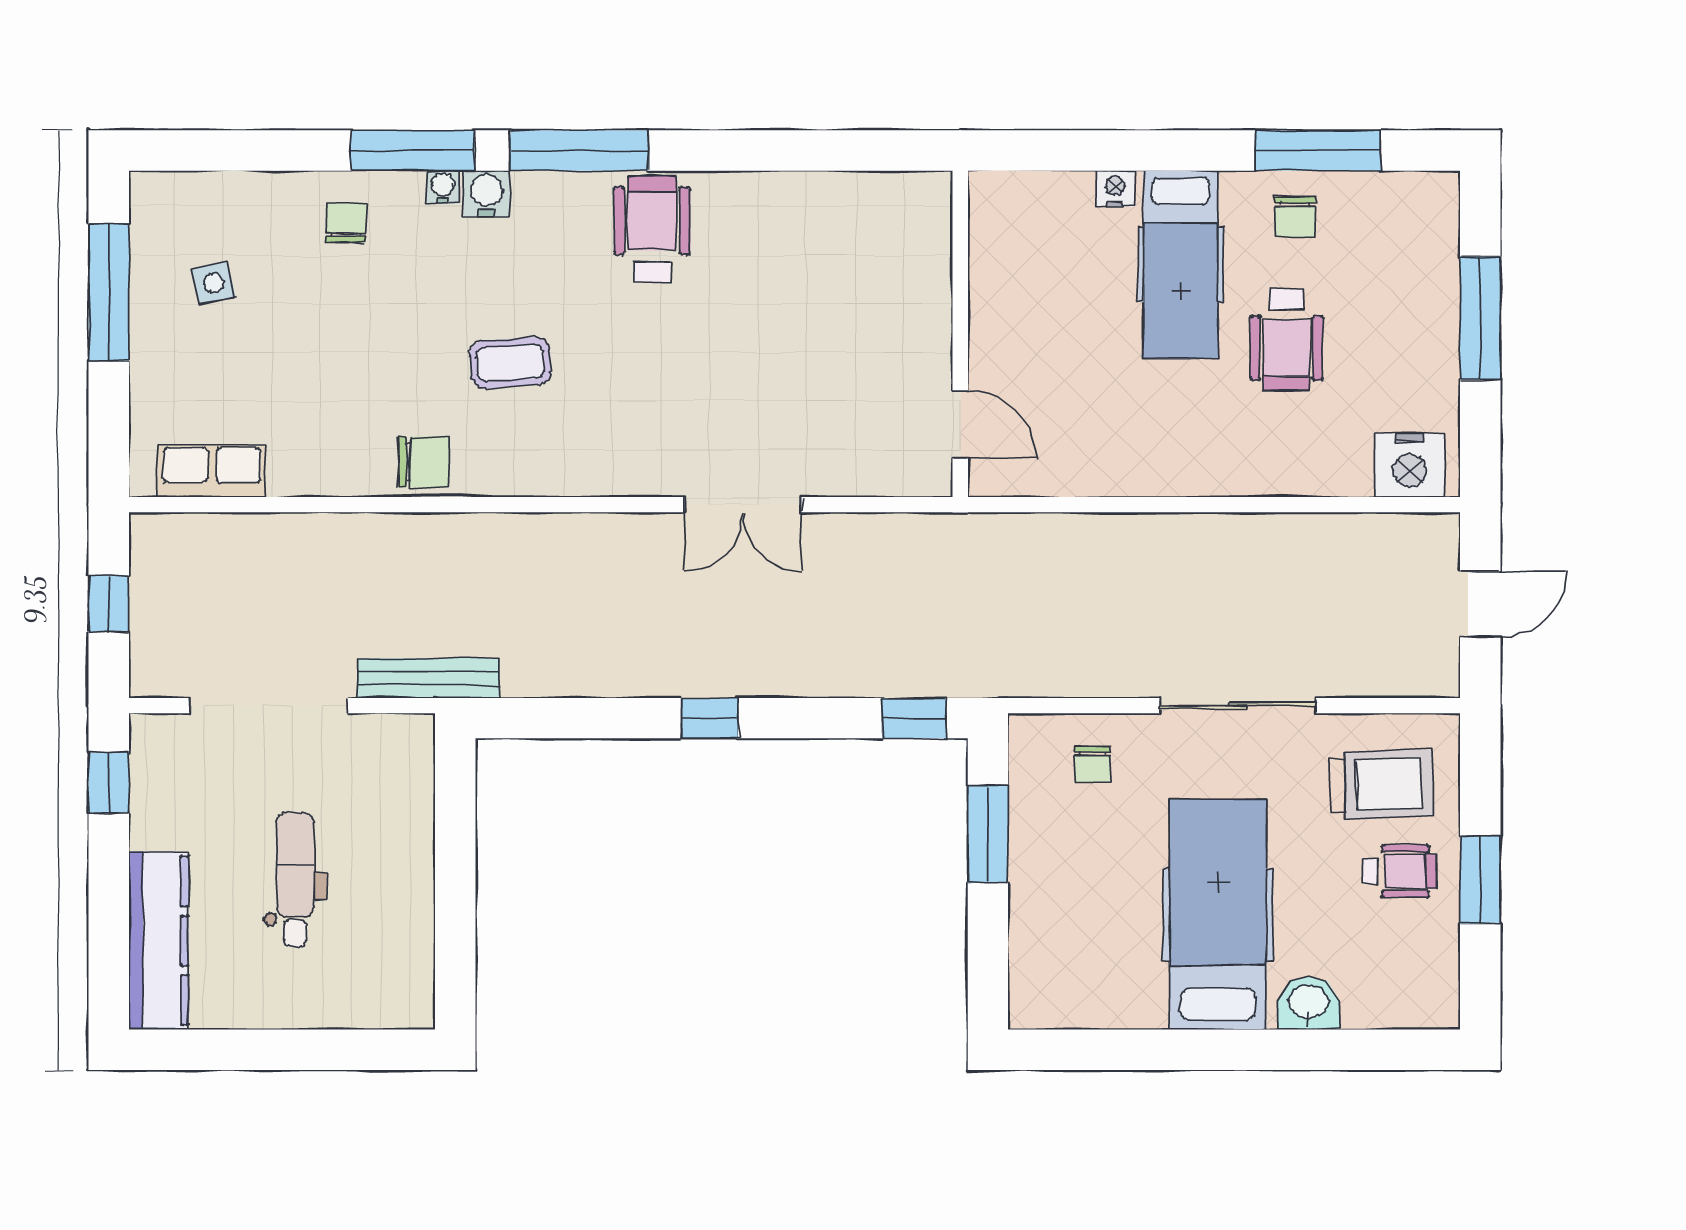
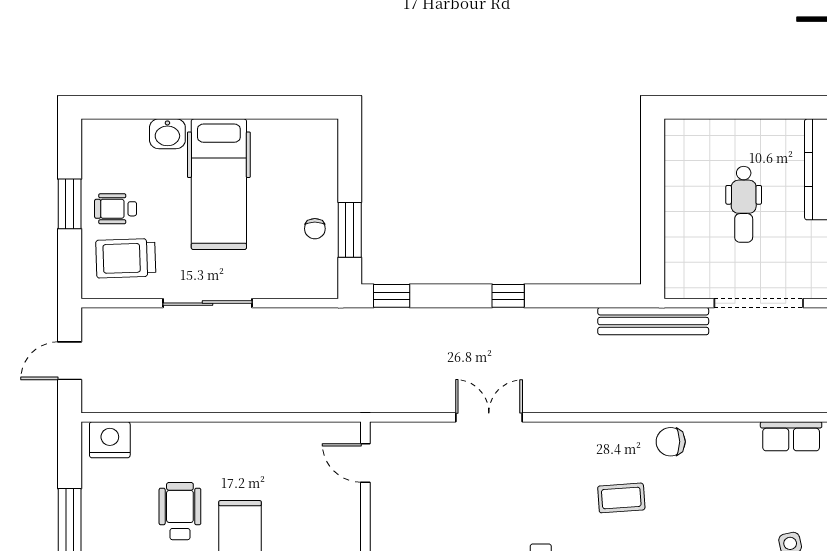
bench: (428, 678) -> (653, 321), width x1.37, depth x1.21
chair: (1092, 765) -> (315, 229), moved, turned 180

